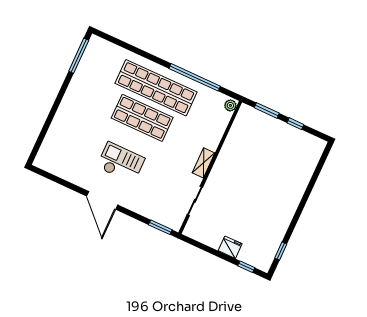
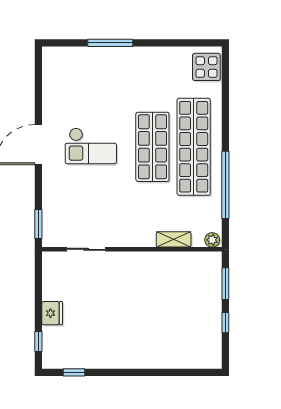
display table: (102, 51) -> (206, 67), added
window: (79, 56) -> (110, 43), moved
checkout: (121, 163) -> (91, 146), turned 90
shelving: (204, 163) -> (174, 239), moved

